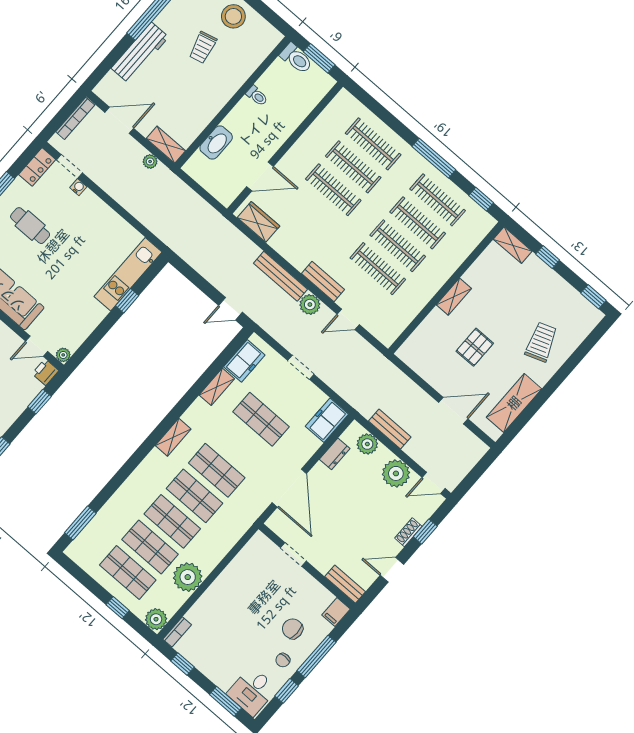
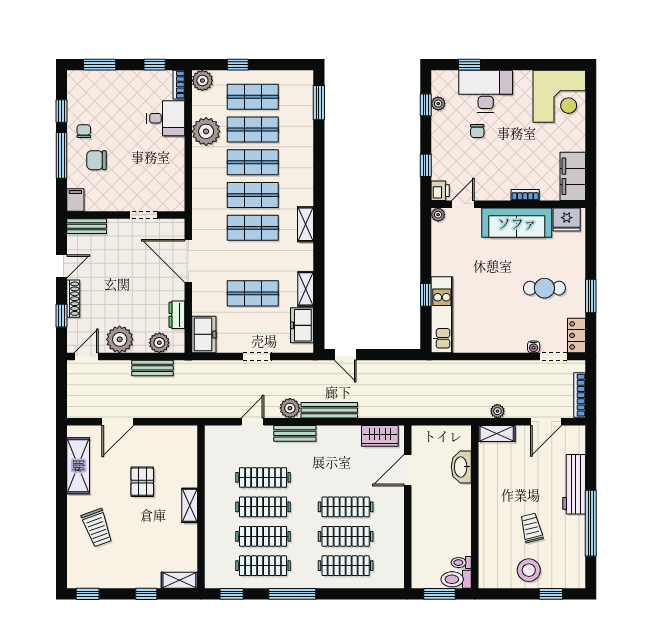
toilet: (257, 96) -> (461, 563), moved
door: (230, 309) -> (345, 355), swing flipped
shoe rack: (408, 532) -> (73, 299), width x1.43
chair: (293, 629) -> (97, 160), turned 180
desk: (252, 691) -> (166, 118), moved, turned 90

